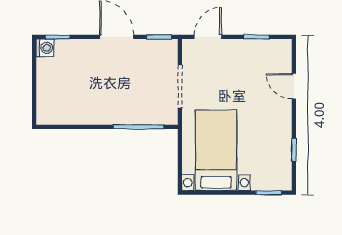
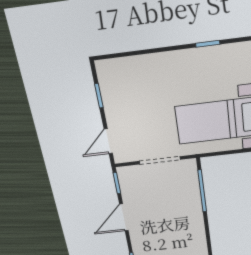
door: (208, 37) -> (108, 141), hinge flipped
door: (294, 86) -> (142, 52), removed

